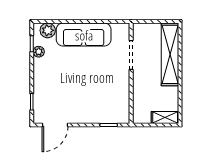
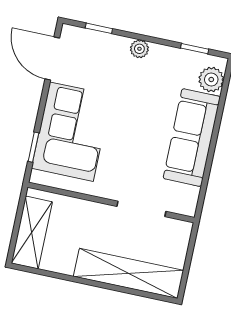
plant: (39, 52) -> (139, 49), moved
corner sofa: (95, 105) -> (71, 132), added
shelving: (165, 117) -> (32, 232), width x1.50, depth x1.33

